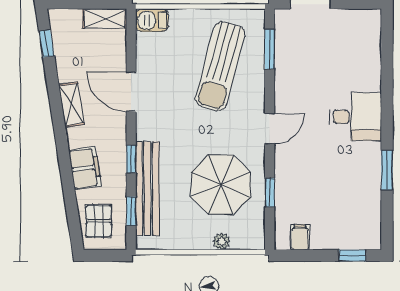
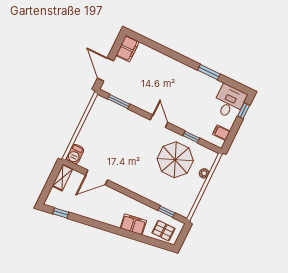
filing cabinet: (361, 22) -> (128, 49), added
sun lounger: (220, 66) -> (115, 131), removed
door: (131, 92) -> (97, 178), moved
shelving: (71, 105) -> (98, 216), removed
desk: (355, 117) -> (229, 102), moved
window: (131, 159) -> (140, 199), removed
bench: (147, 189) -> (159, 198), removed

